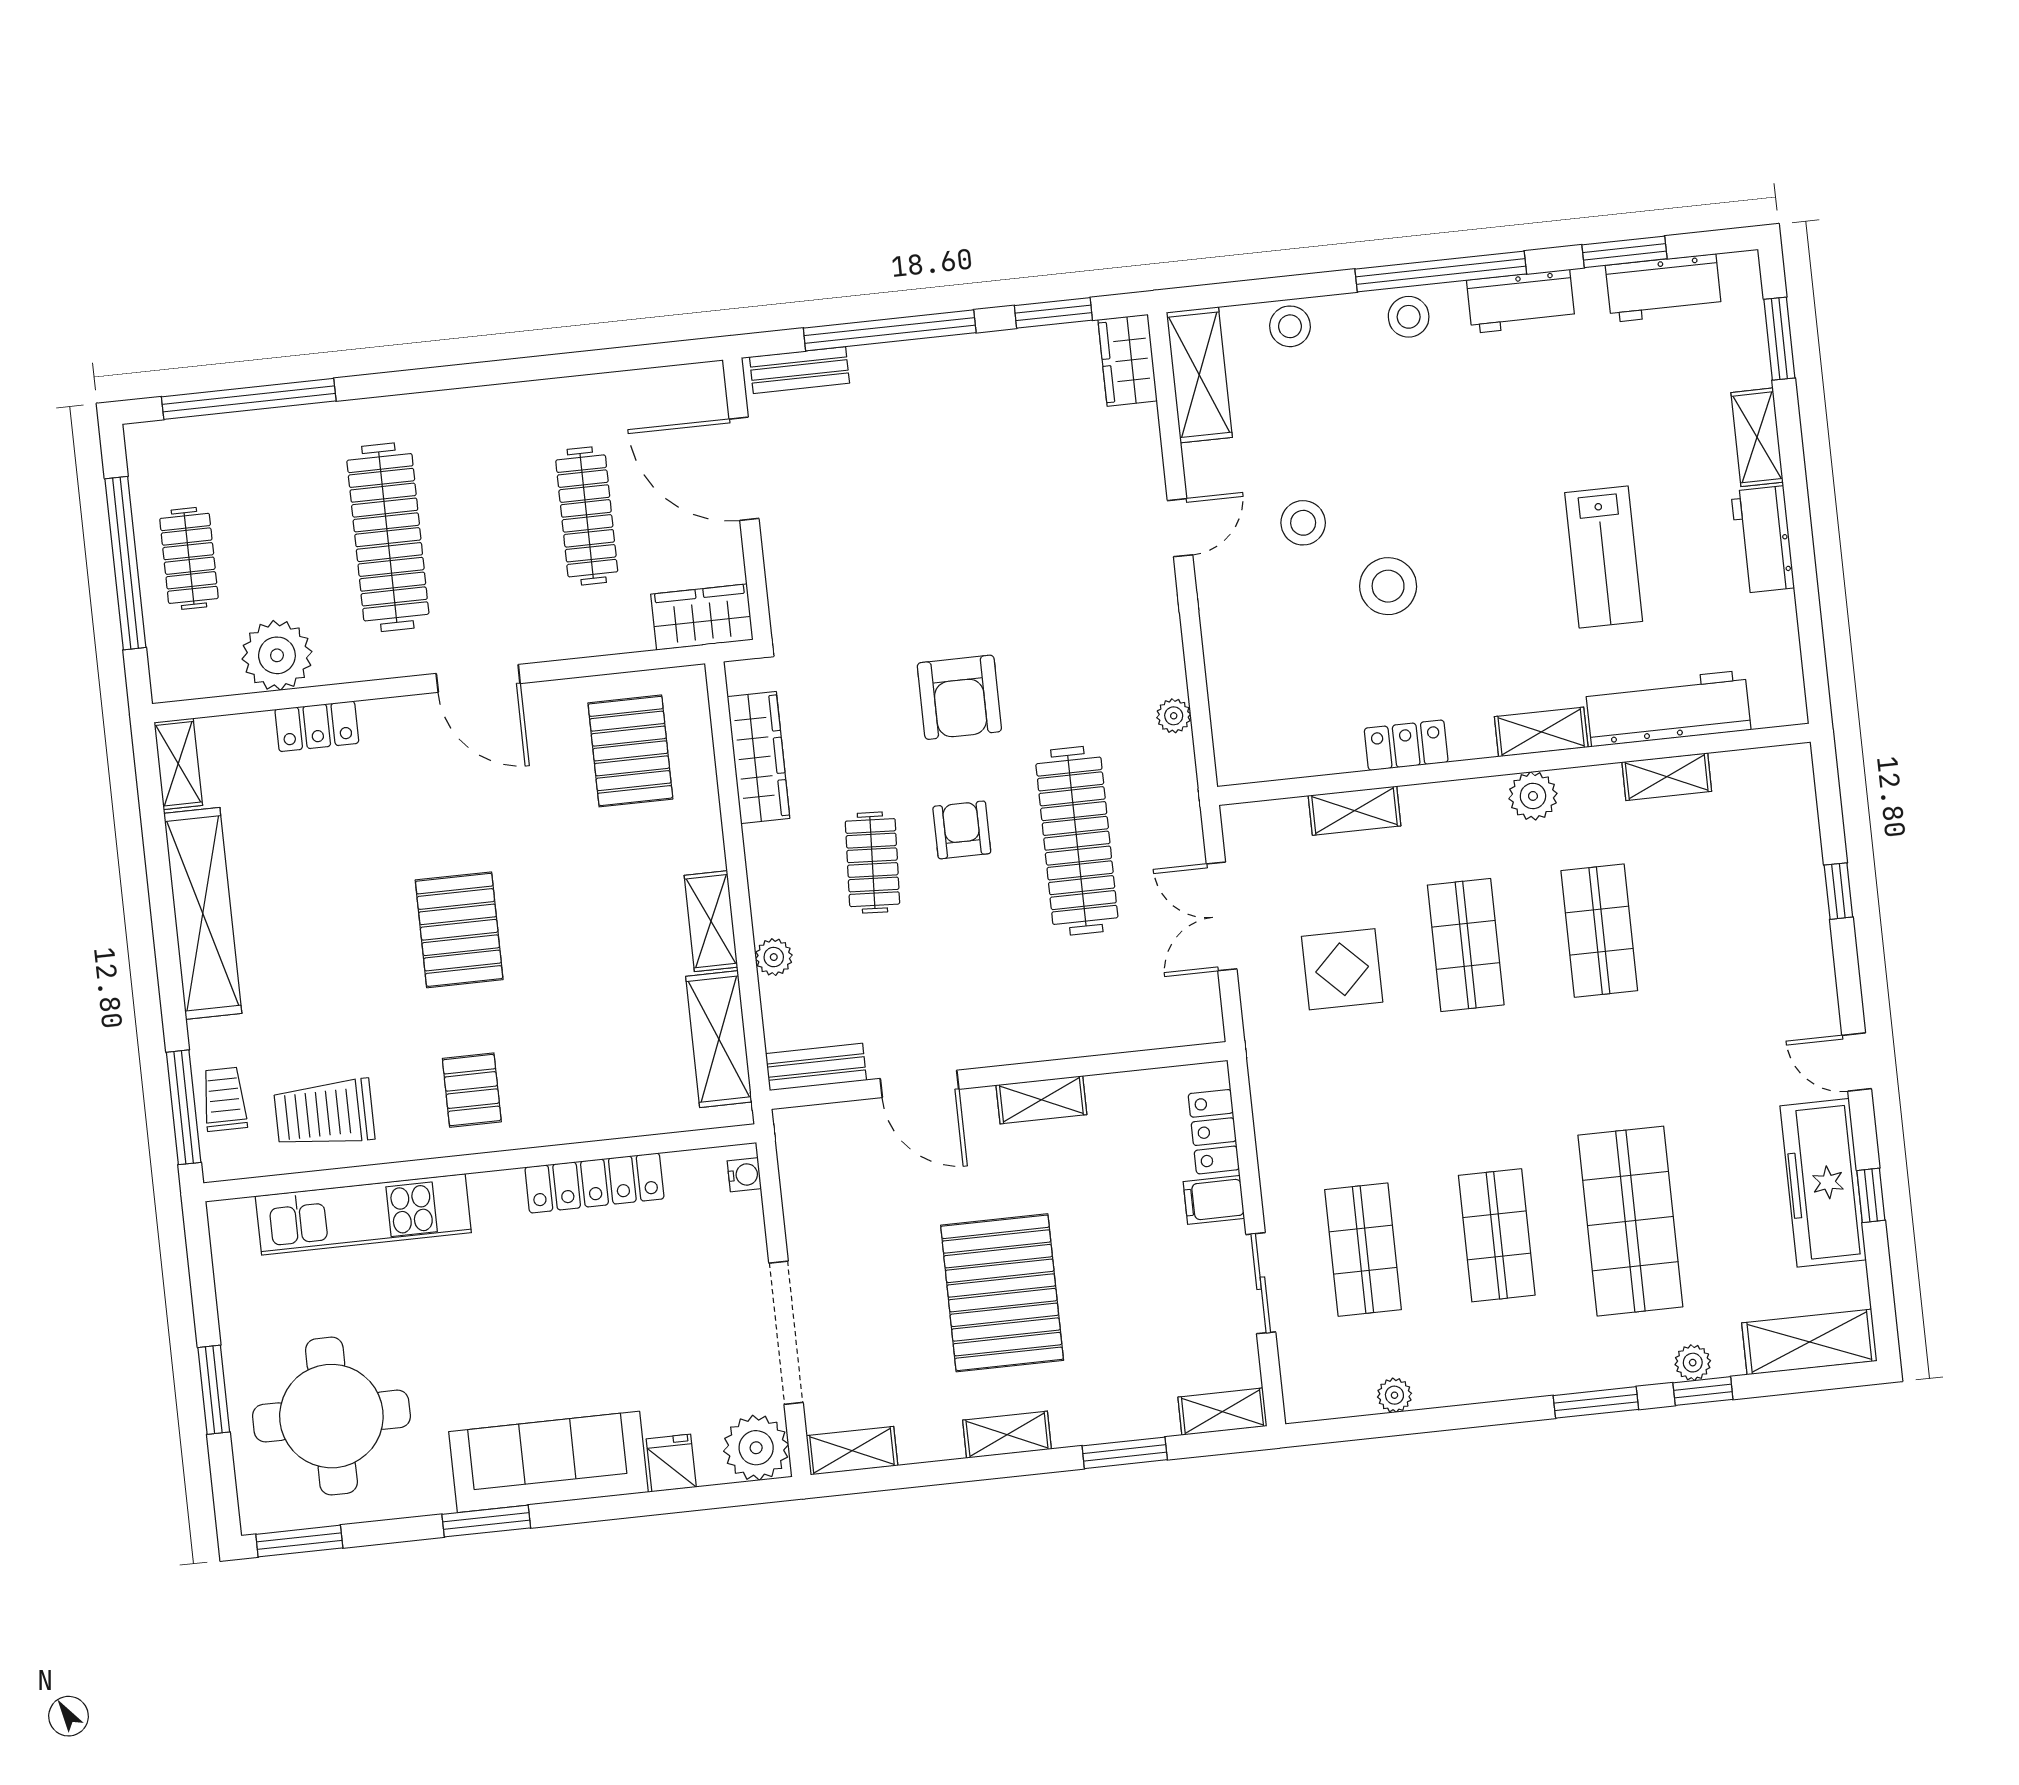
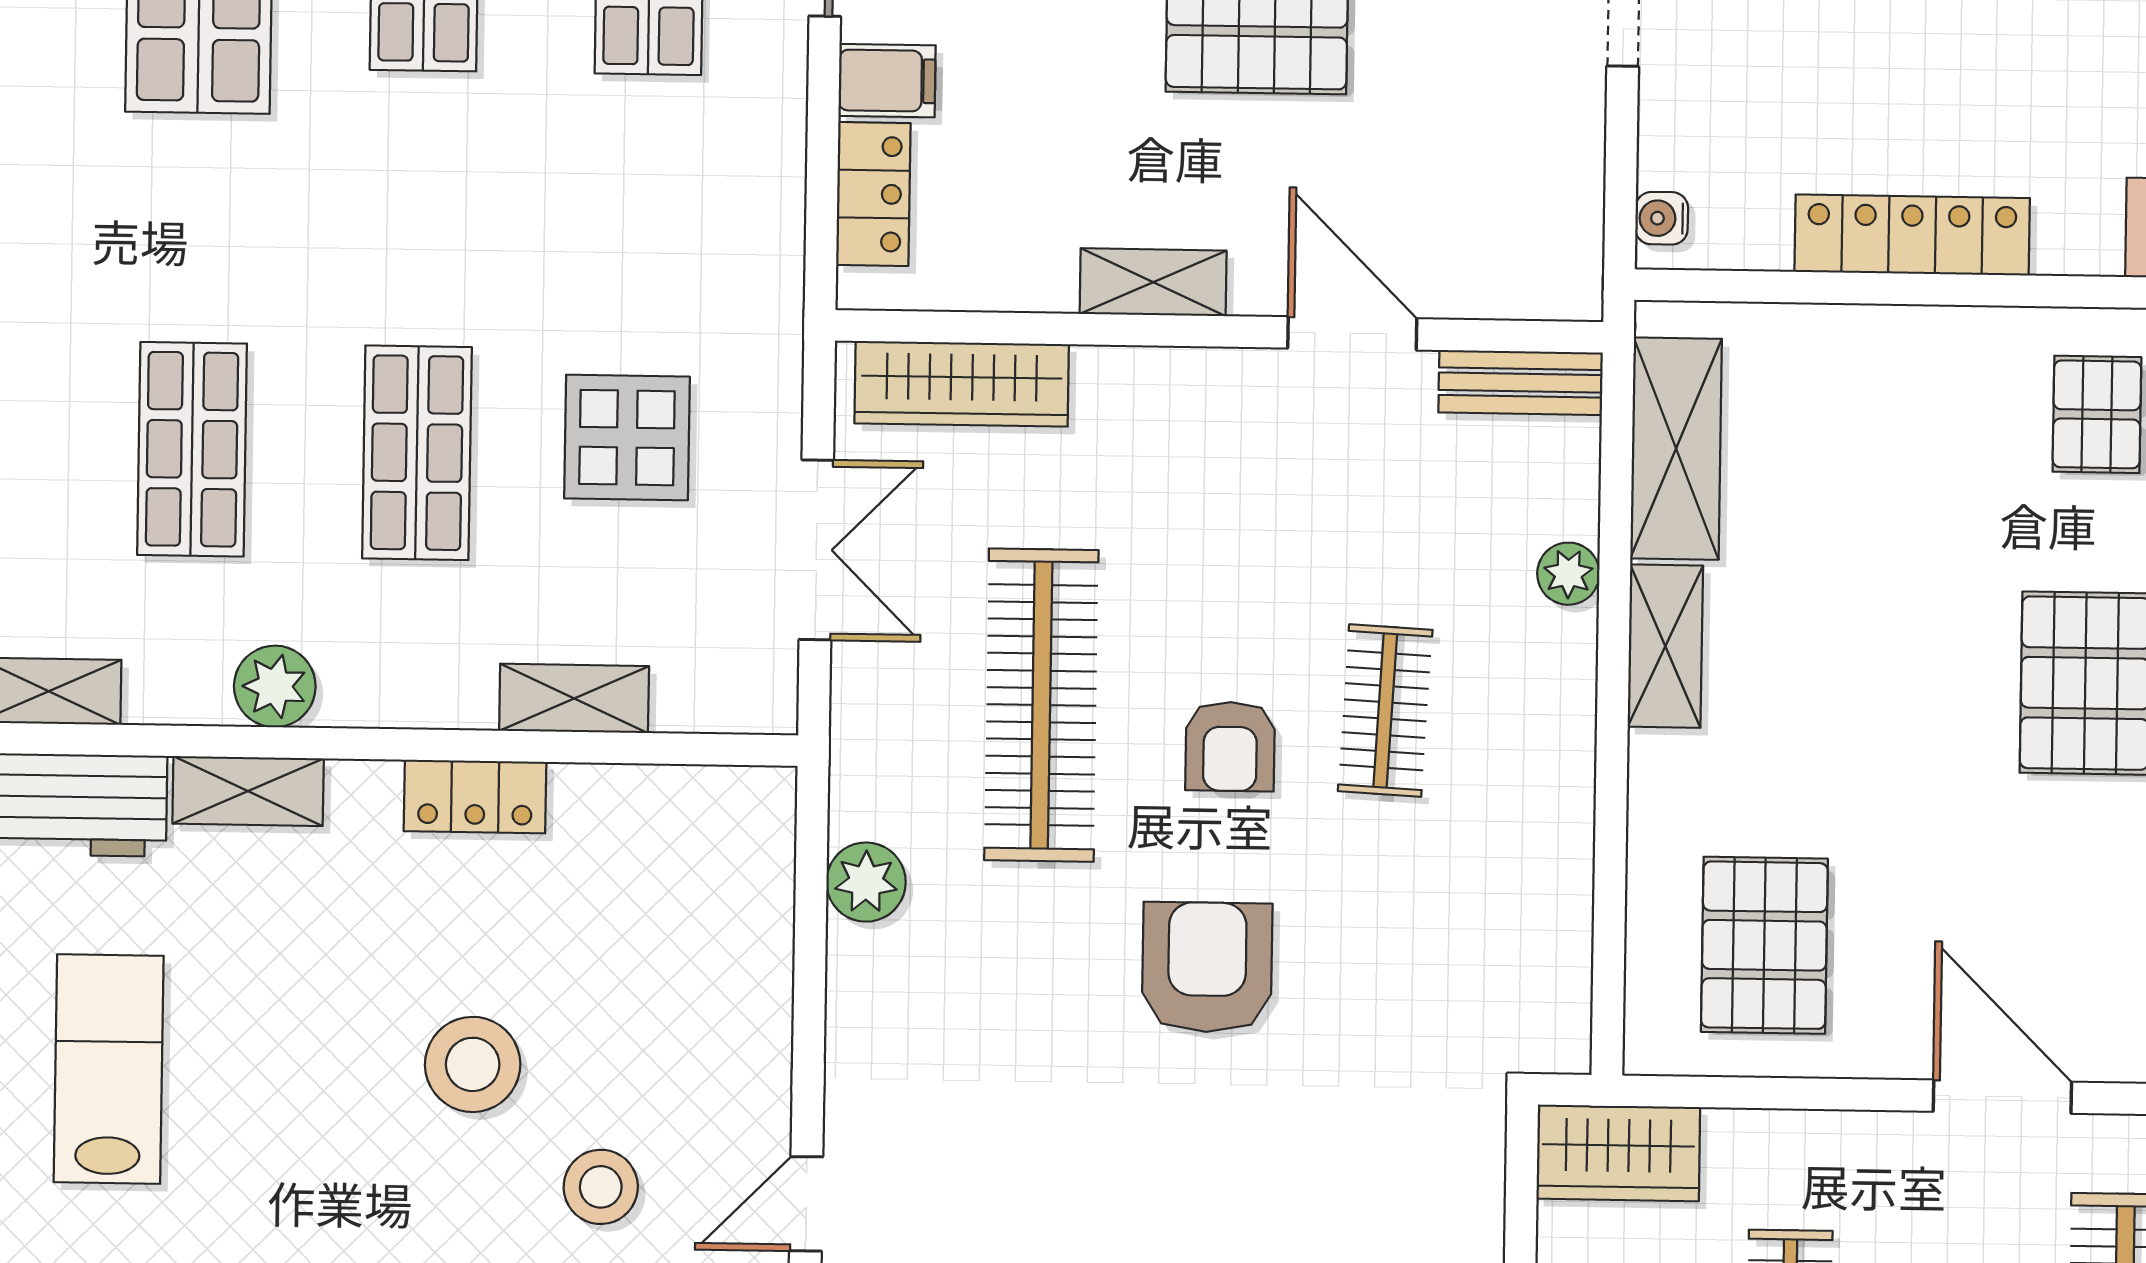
plant: (1174, 716) -> (866, 882), width x1.38, depth x1.38
wardrobe: (759, 757) -> (962, 384), moved, turned -90

